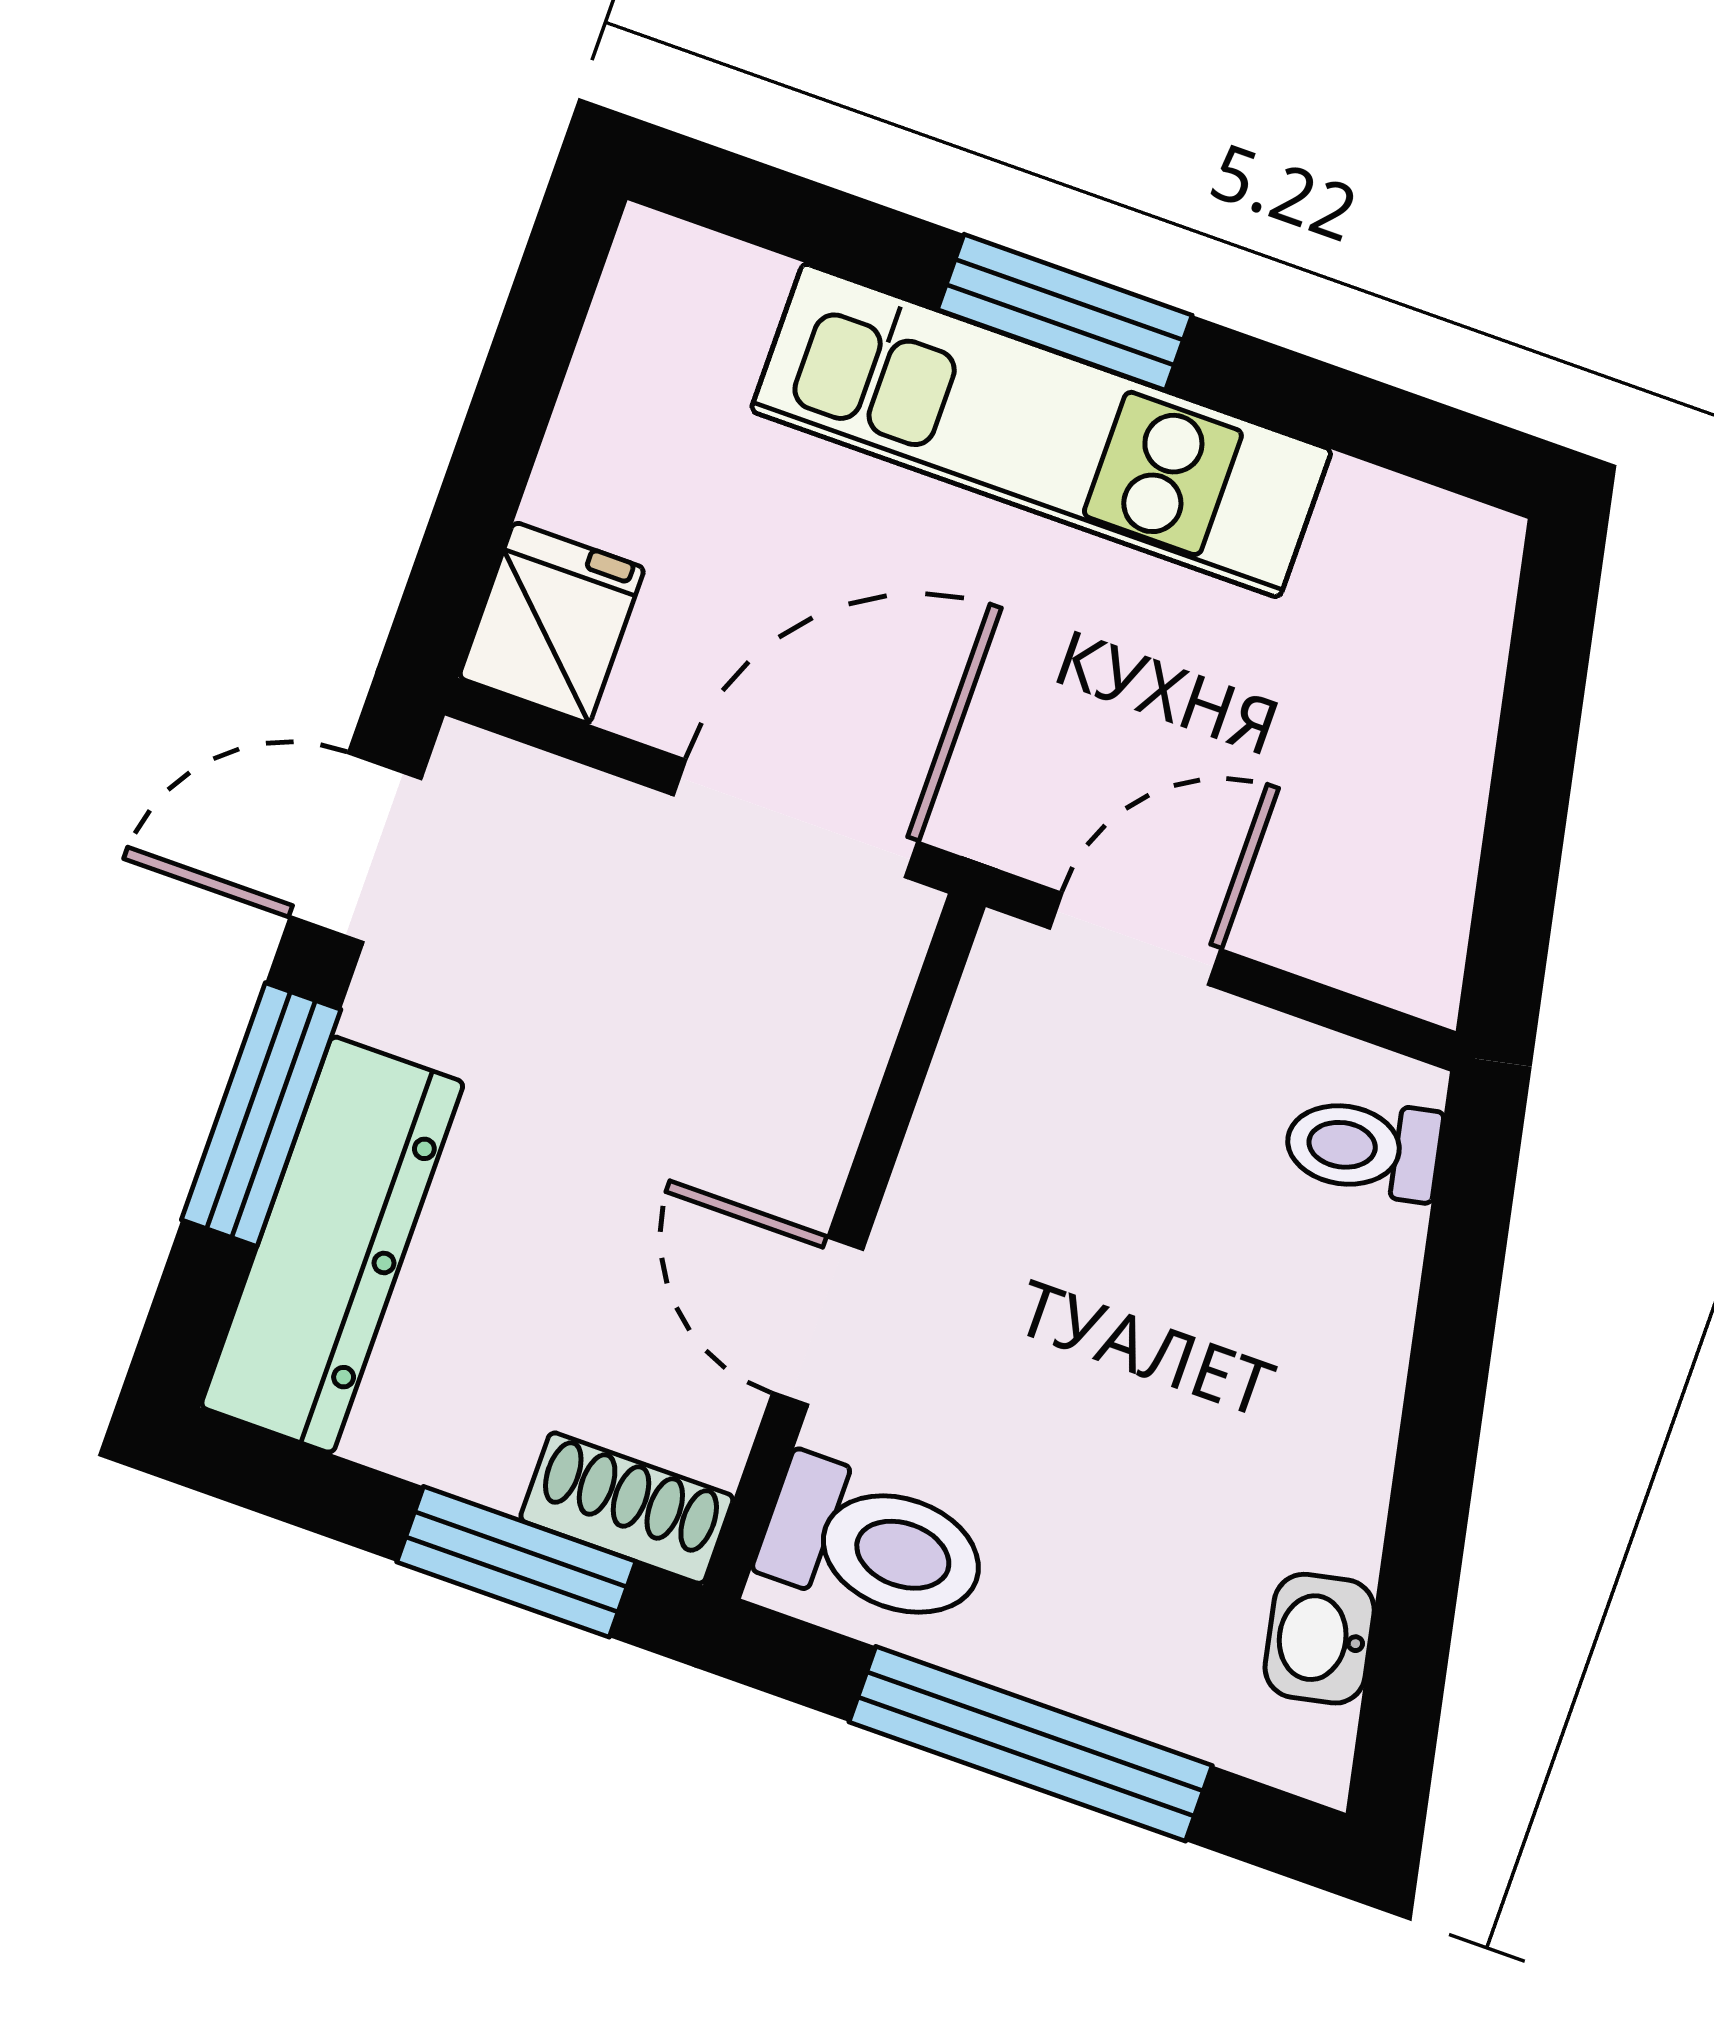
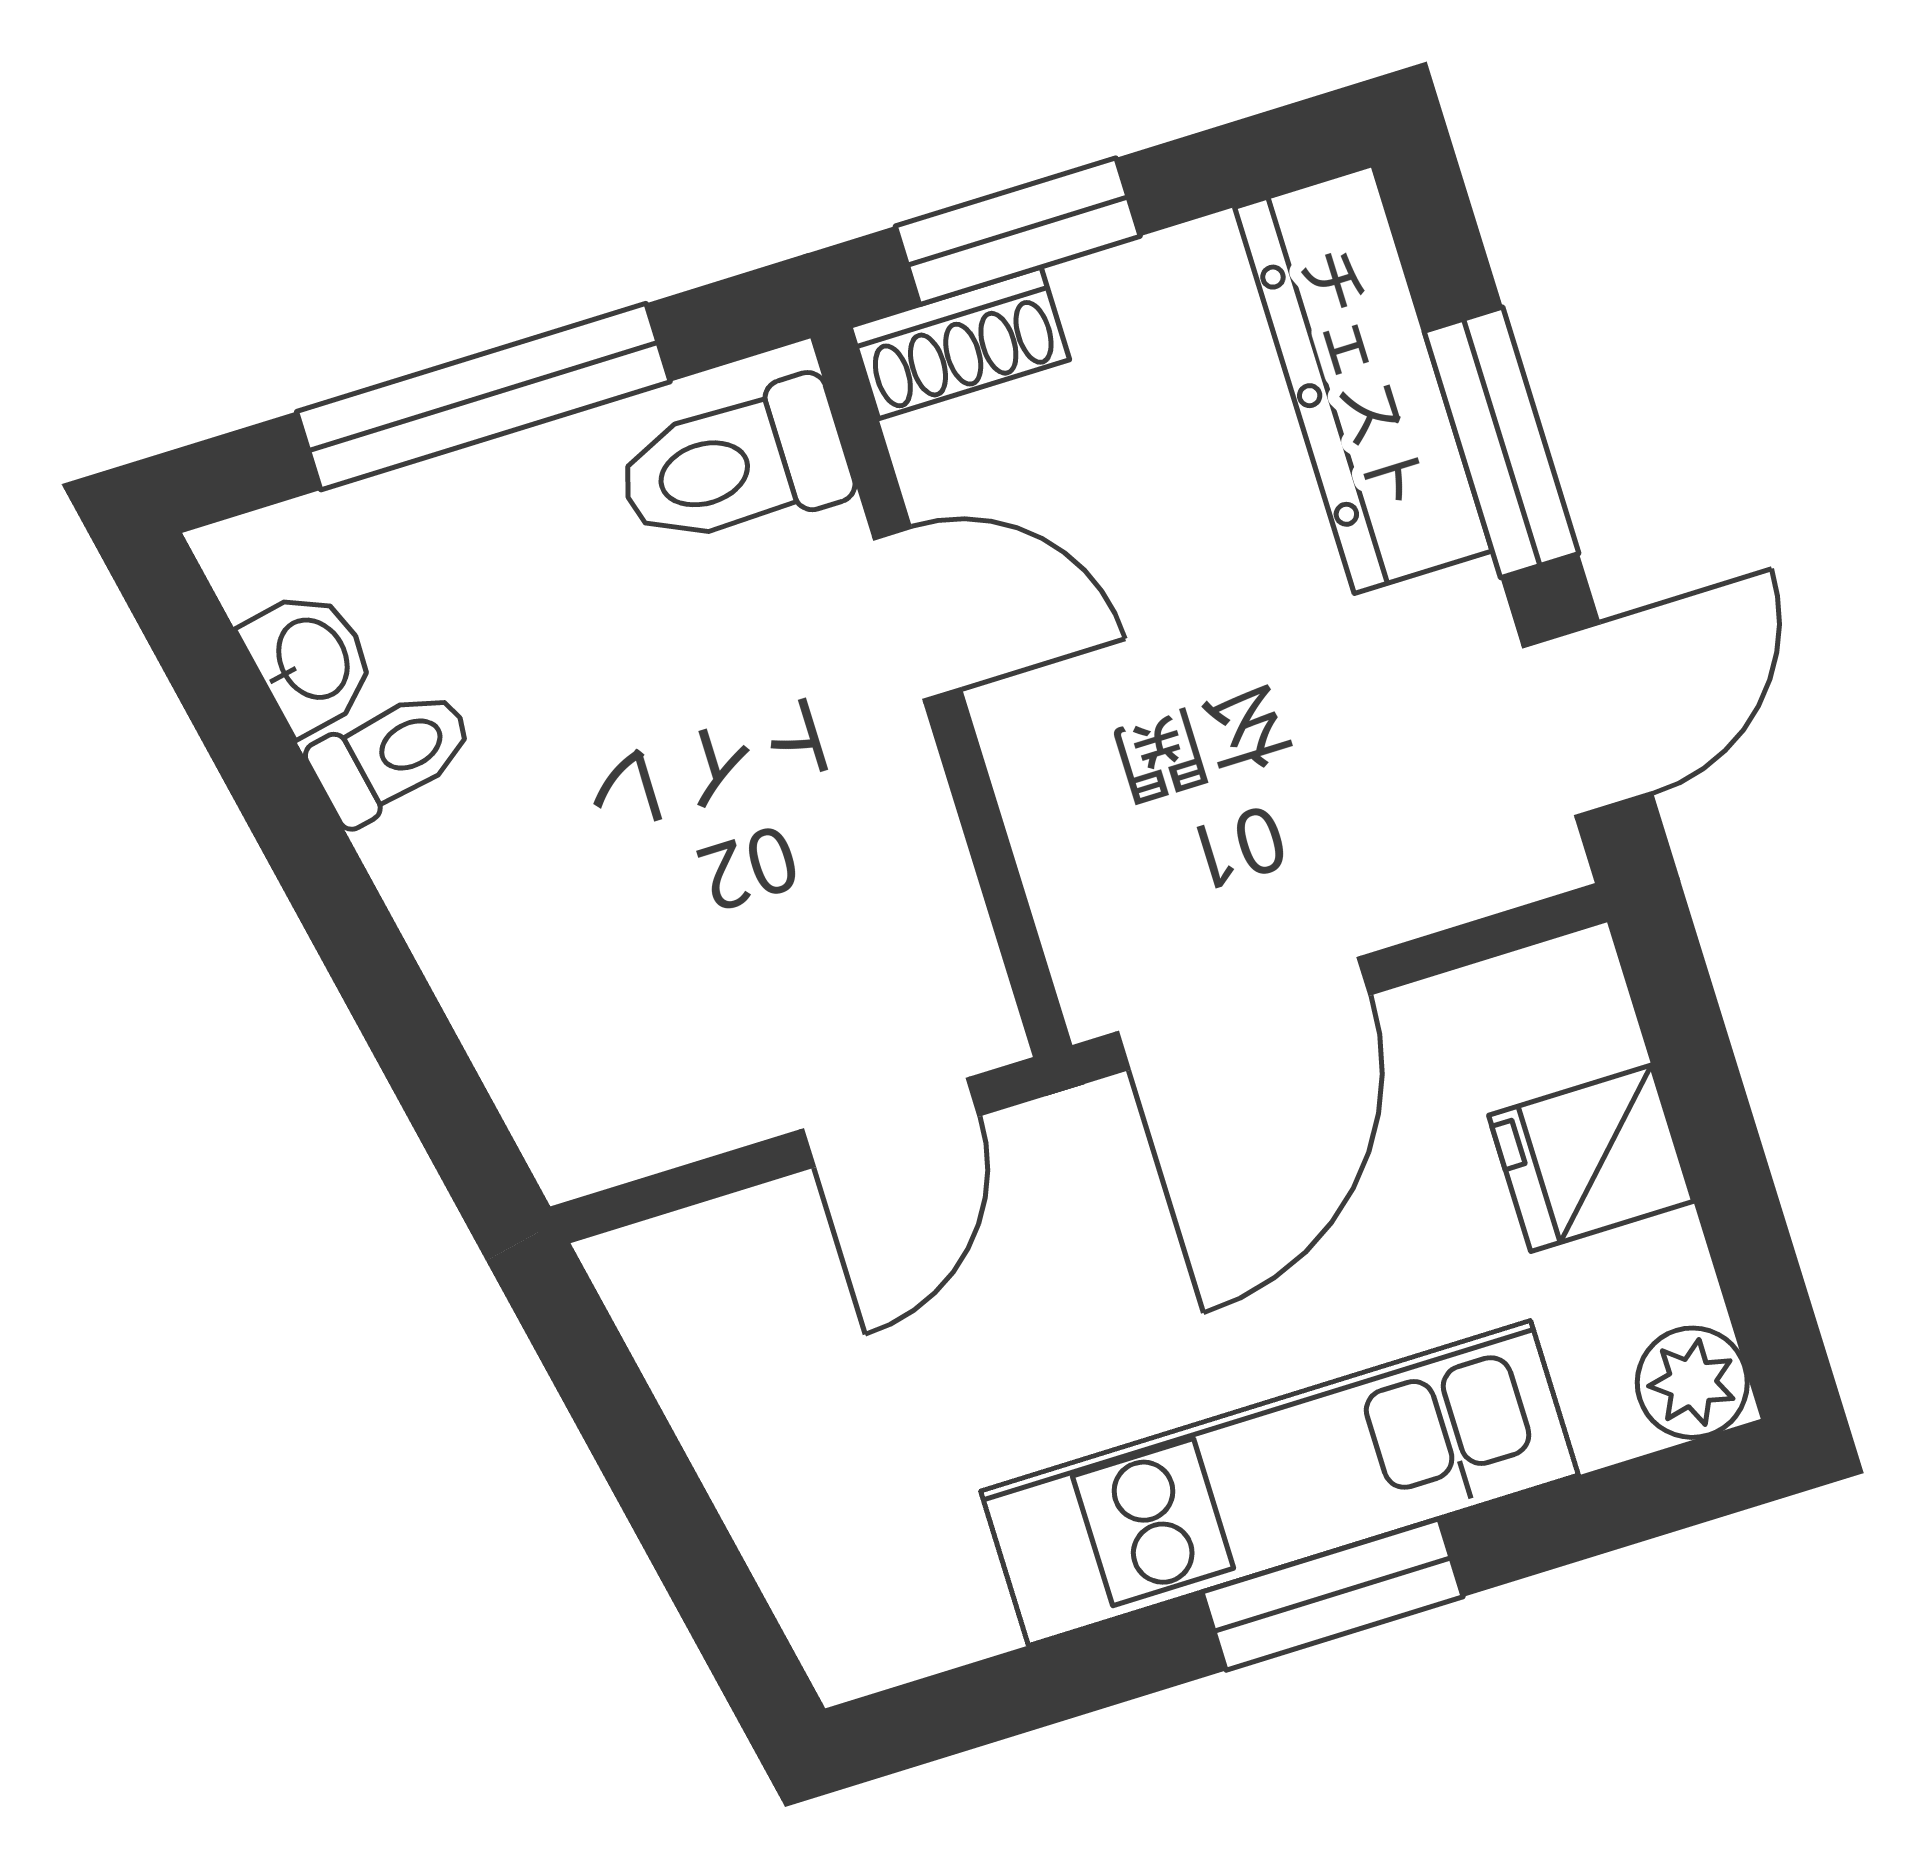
plant: (660, 268) -> (1692, 1383), added
fridge: (552, 623) -> (1591, 1158), moved, turned 90
toilet: (1363, 1148) -> (392, 755), moved

